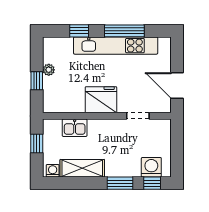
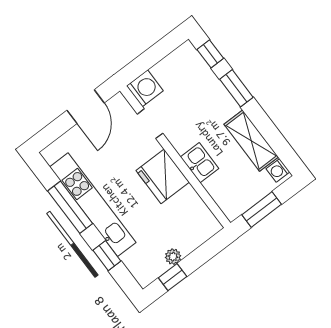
window: (37, 81) -> (173, 277), moved
kitchen sink: (75, 128) -> (200, 163), moved
window: (37, 143) -> (262, 210), width x1.50
washing machine: (151, 167) -> (145, 88), moved, turned 180

